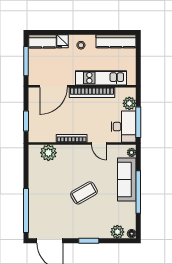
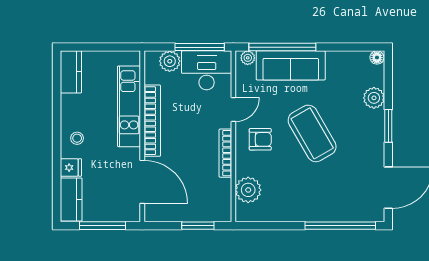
kitchen counter: (116, 41) -> (71, 72), width x0.67
armchair: (80, 160) -> (260, 139), added
window: (138, 192) -> (282, 47), moved
coffee table: (84, 193) -> (312, 133), width x1.36, depth x1.32
plant: (117, 232) -> (374, 98), moved

